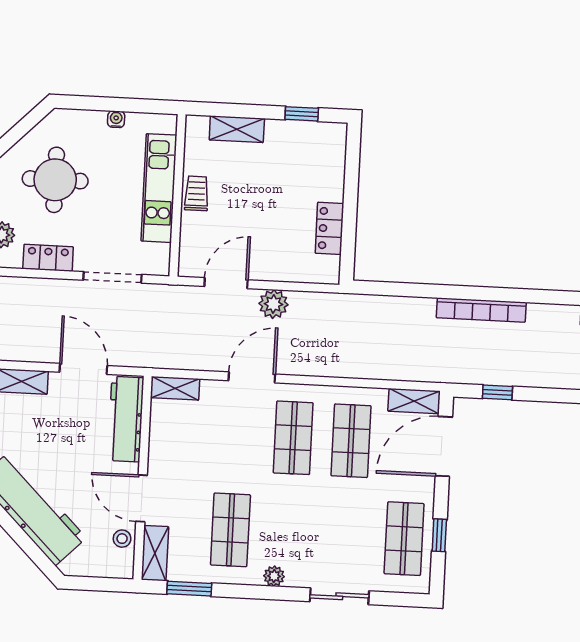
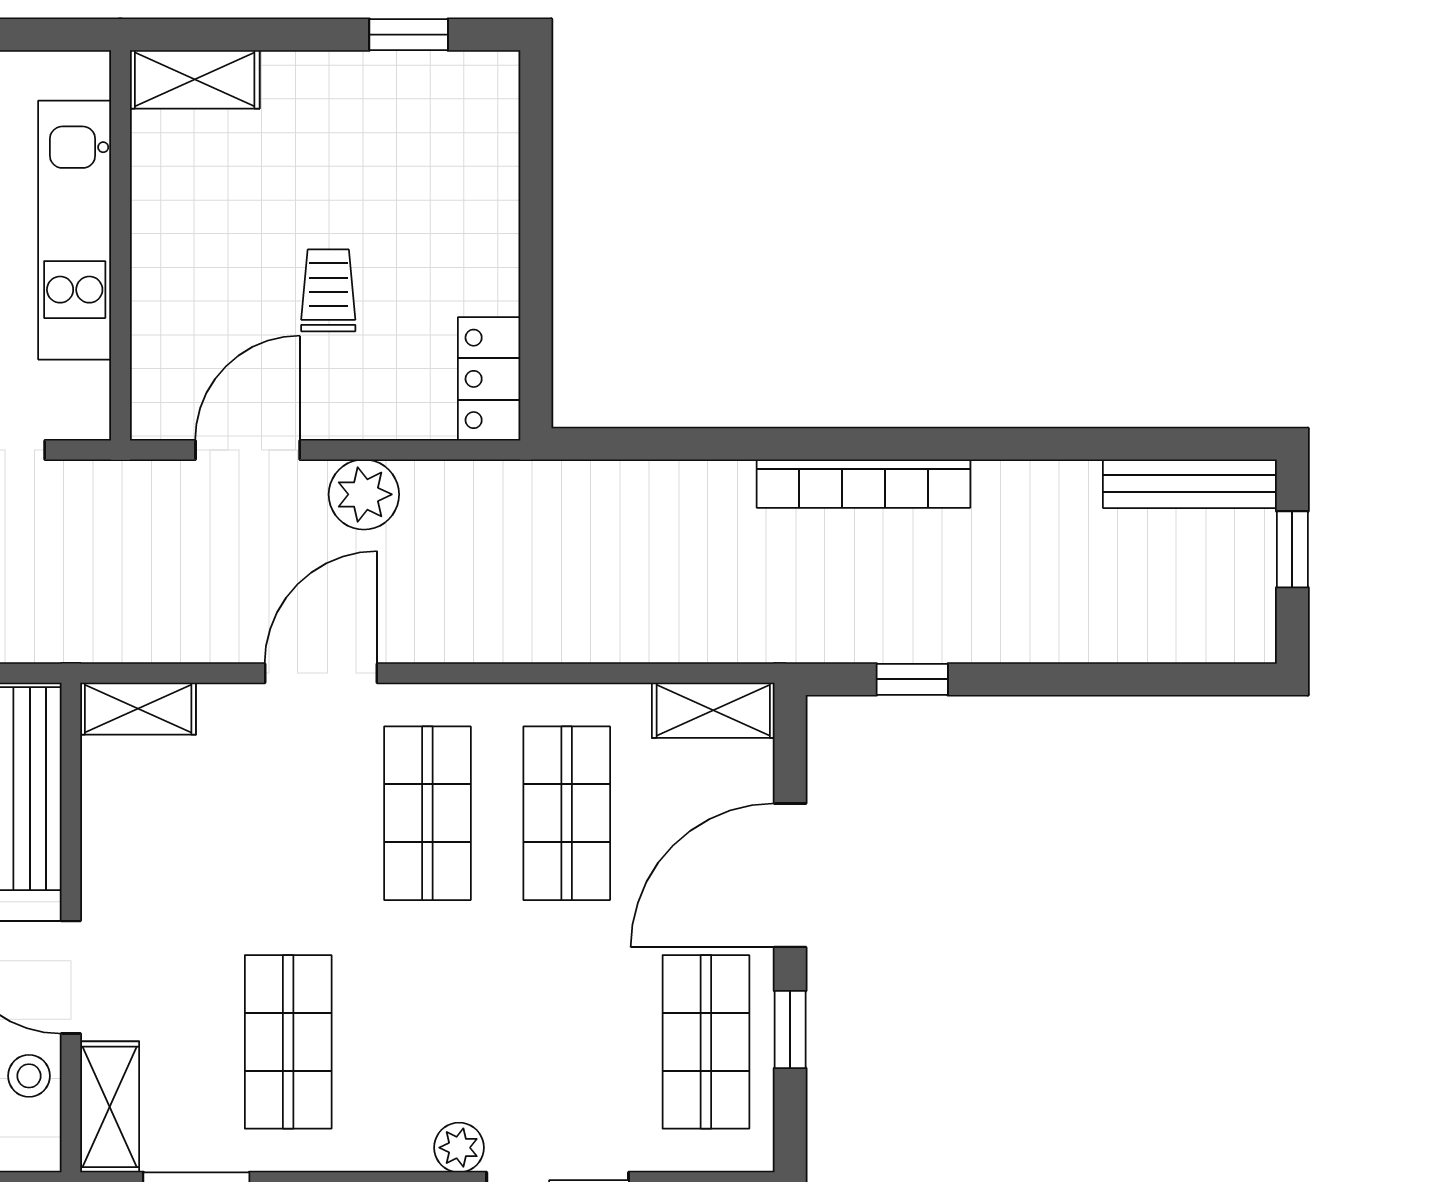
shelving: (237, 129) -> (195, 79), moved
trolley: (197, 193) -> (328, 290), moved
locker: (329, 228) -> (489, 379), moved
door: (444, 446) -> (790, 875), moved
plant: (274, 576) -> (459, 1148), moved

